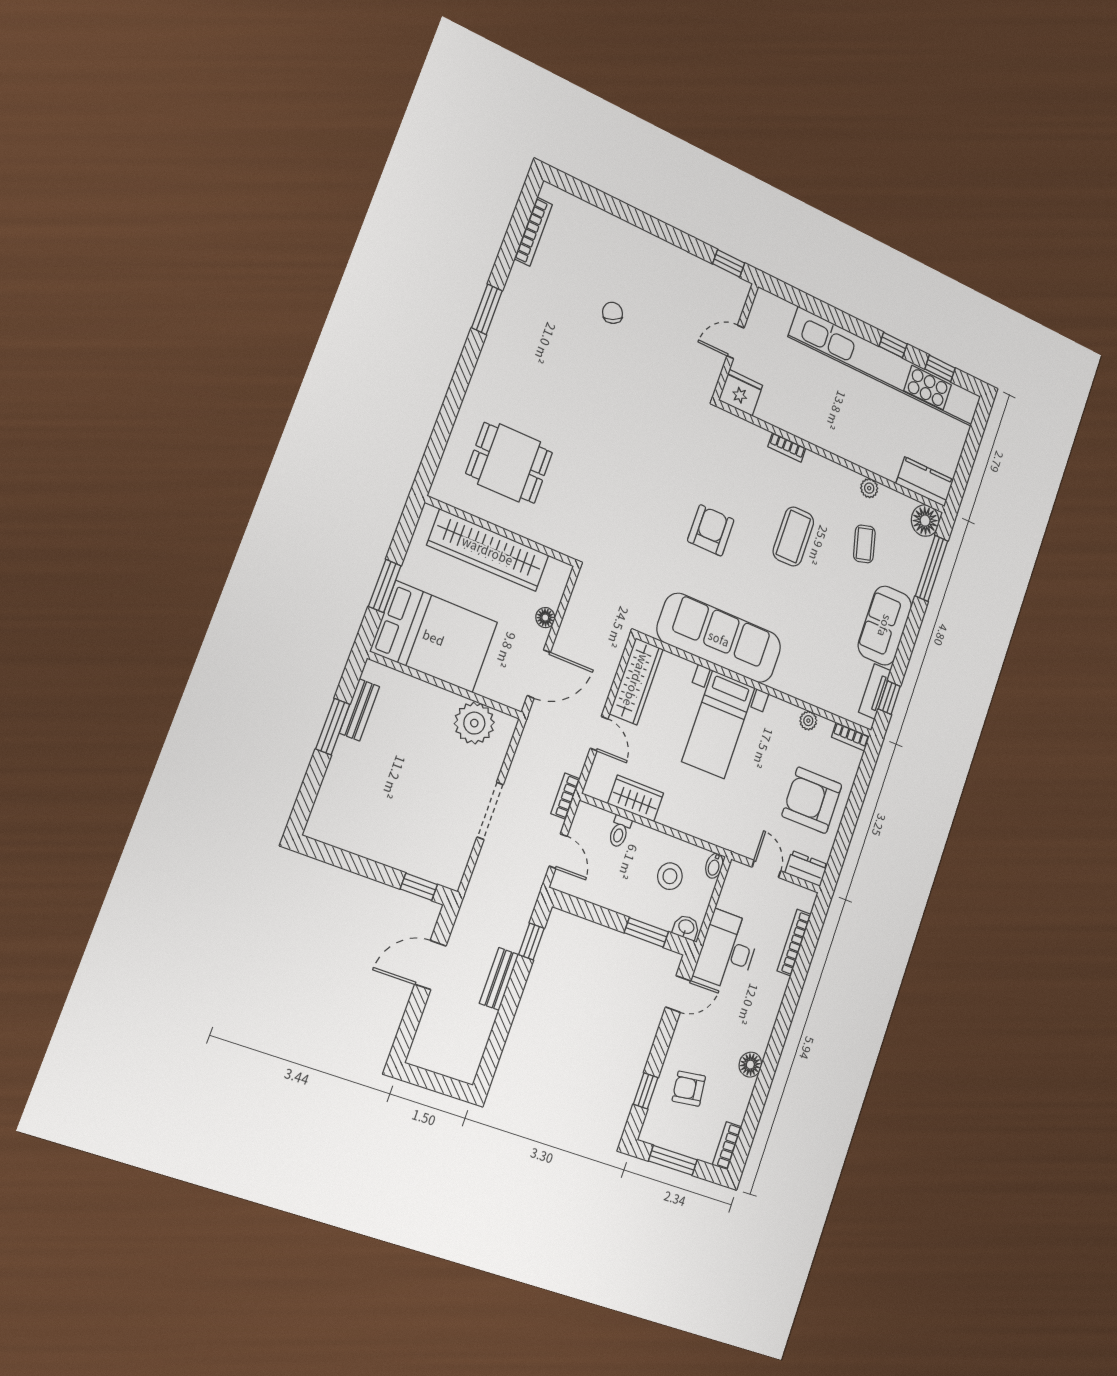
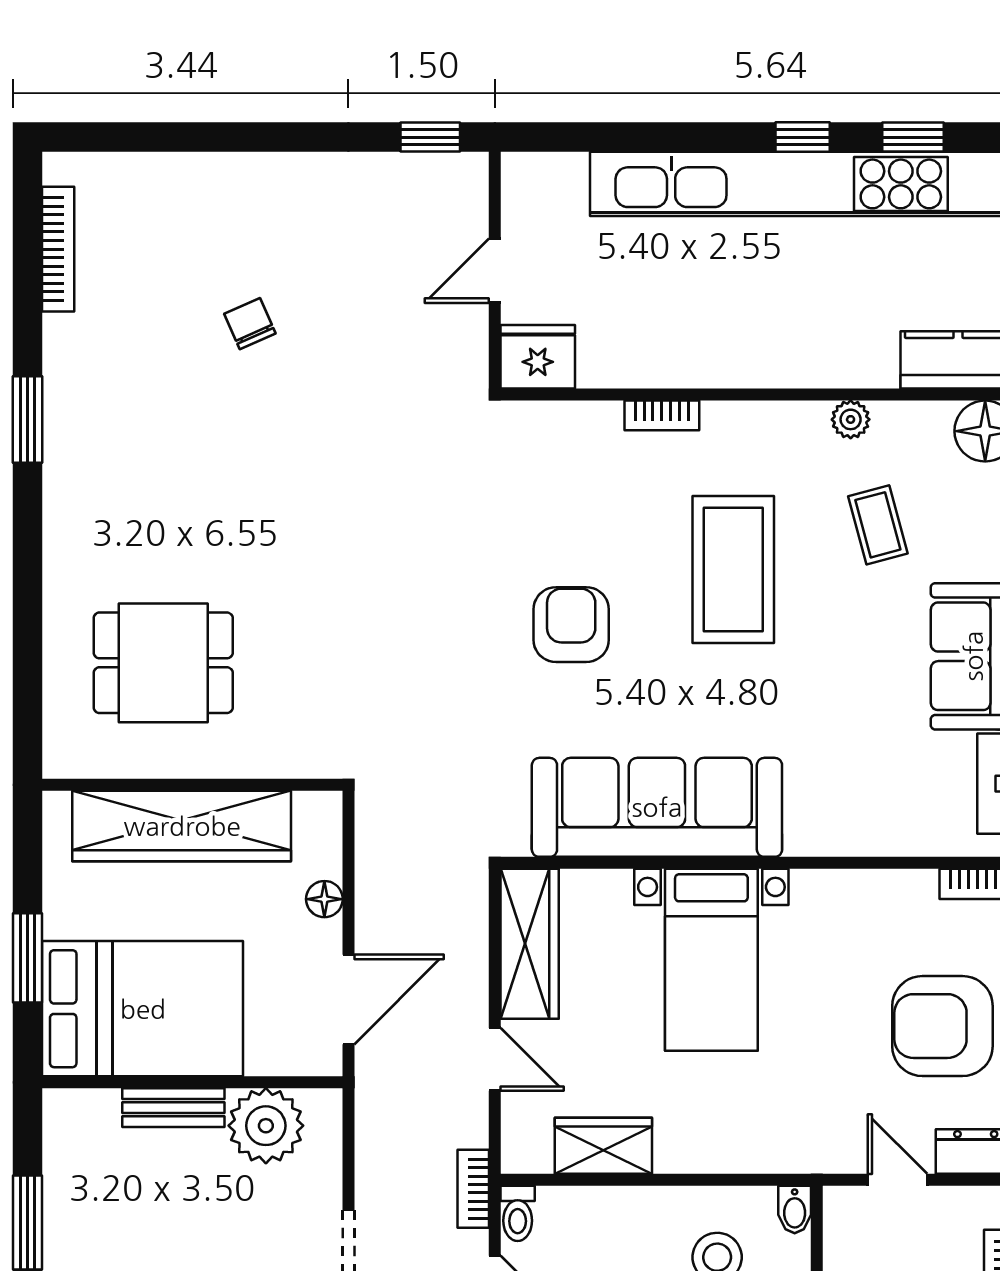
coffee table: (793, 537) -> (733, 570), width x1.36, depth x1.32
bench: (359, 710) -> (173, 1108), moved, turned 90
plant: (808, 721) -> (883, 887), removed
toilet: (620, 831) -> (518, 1213), moved

